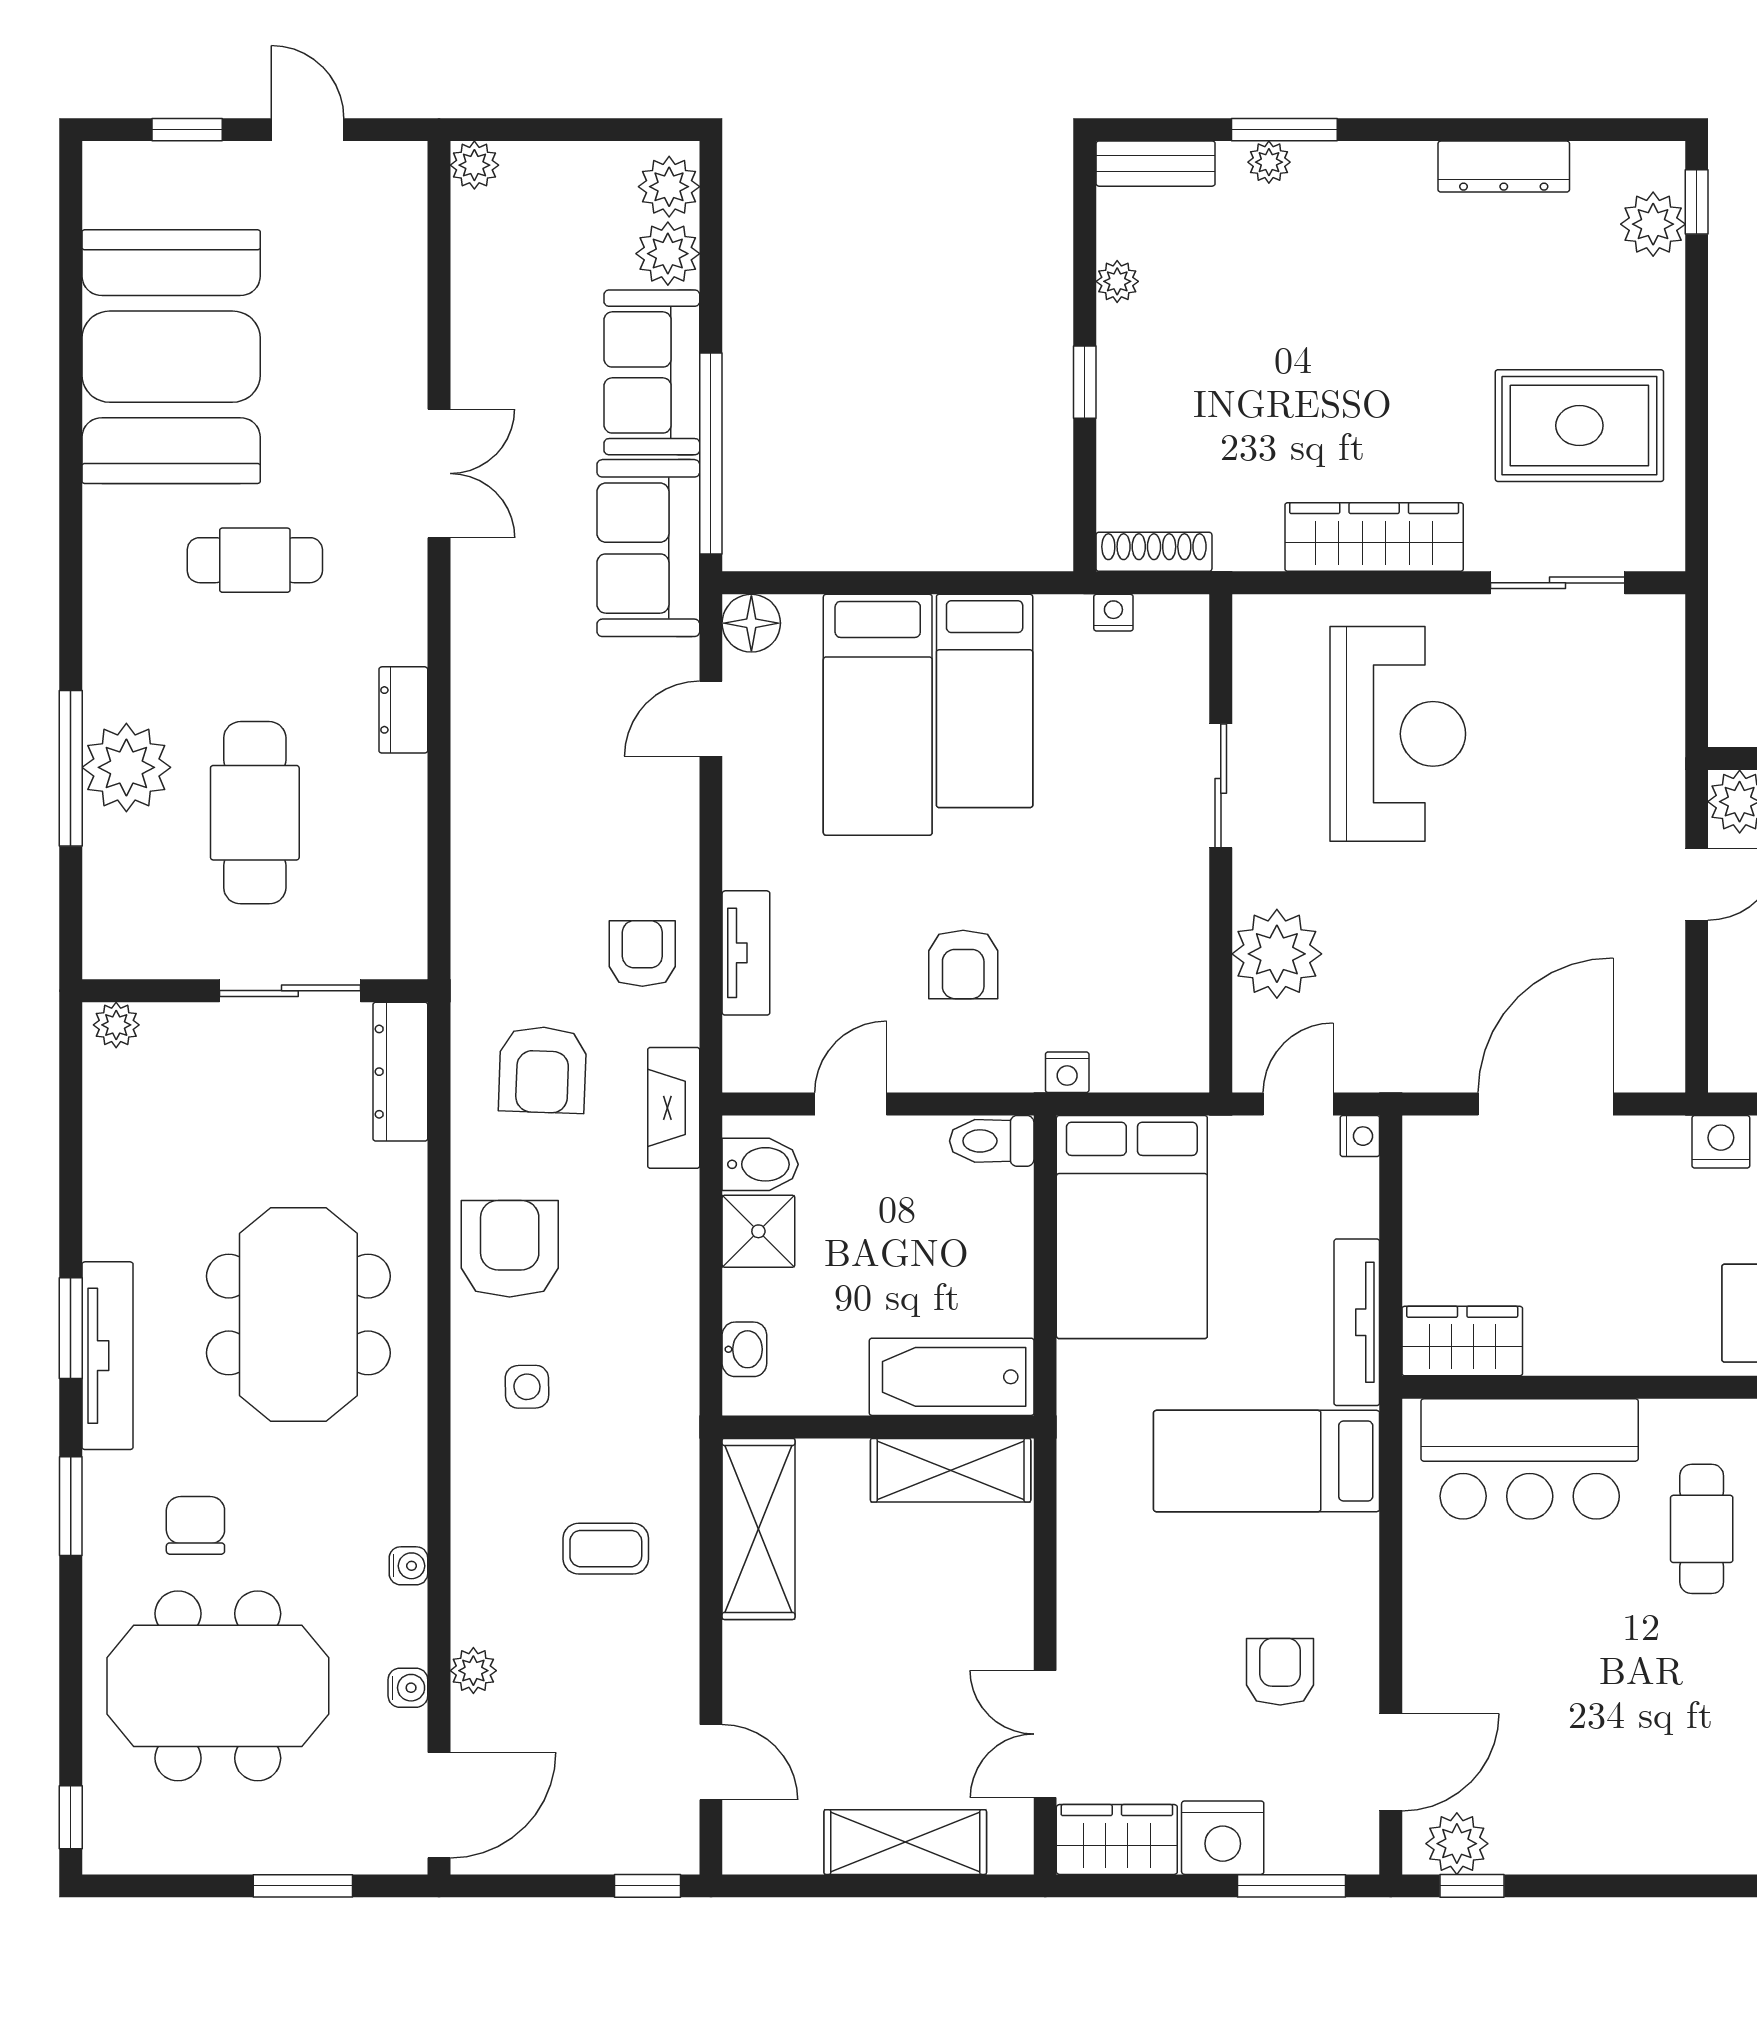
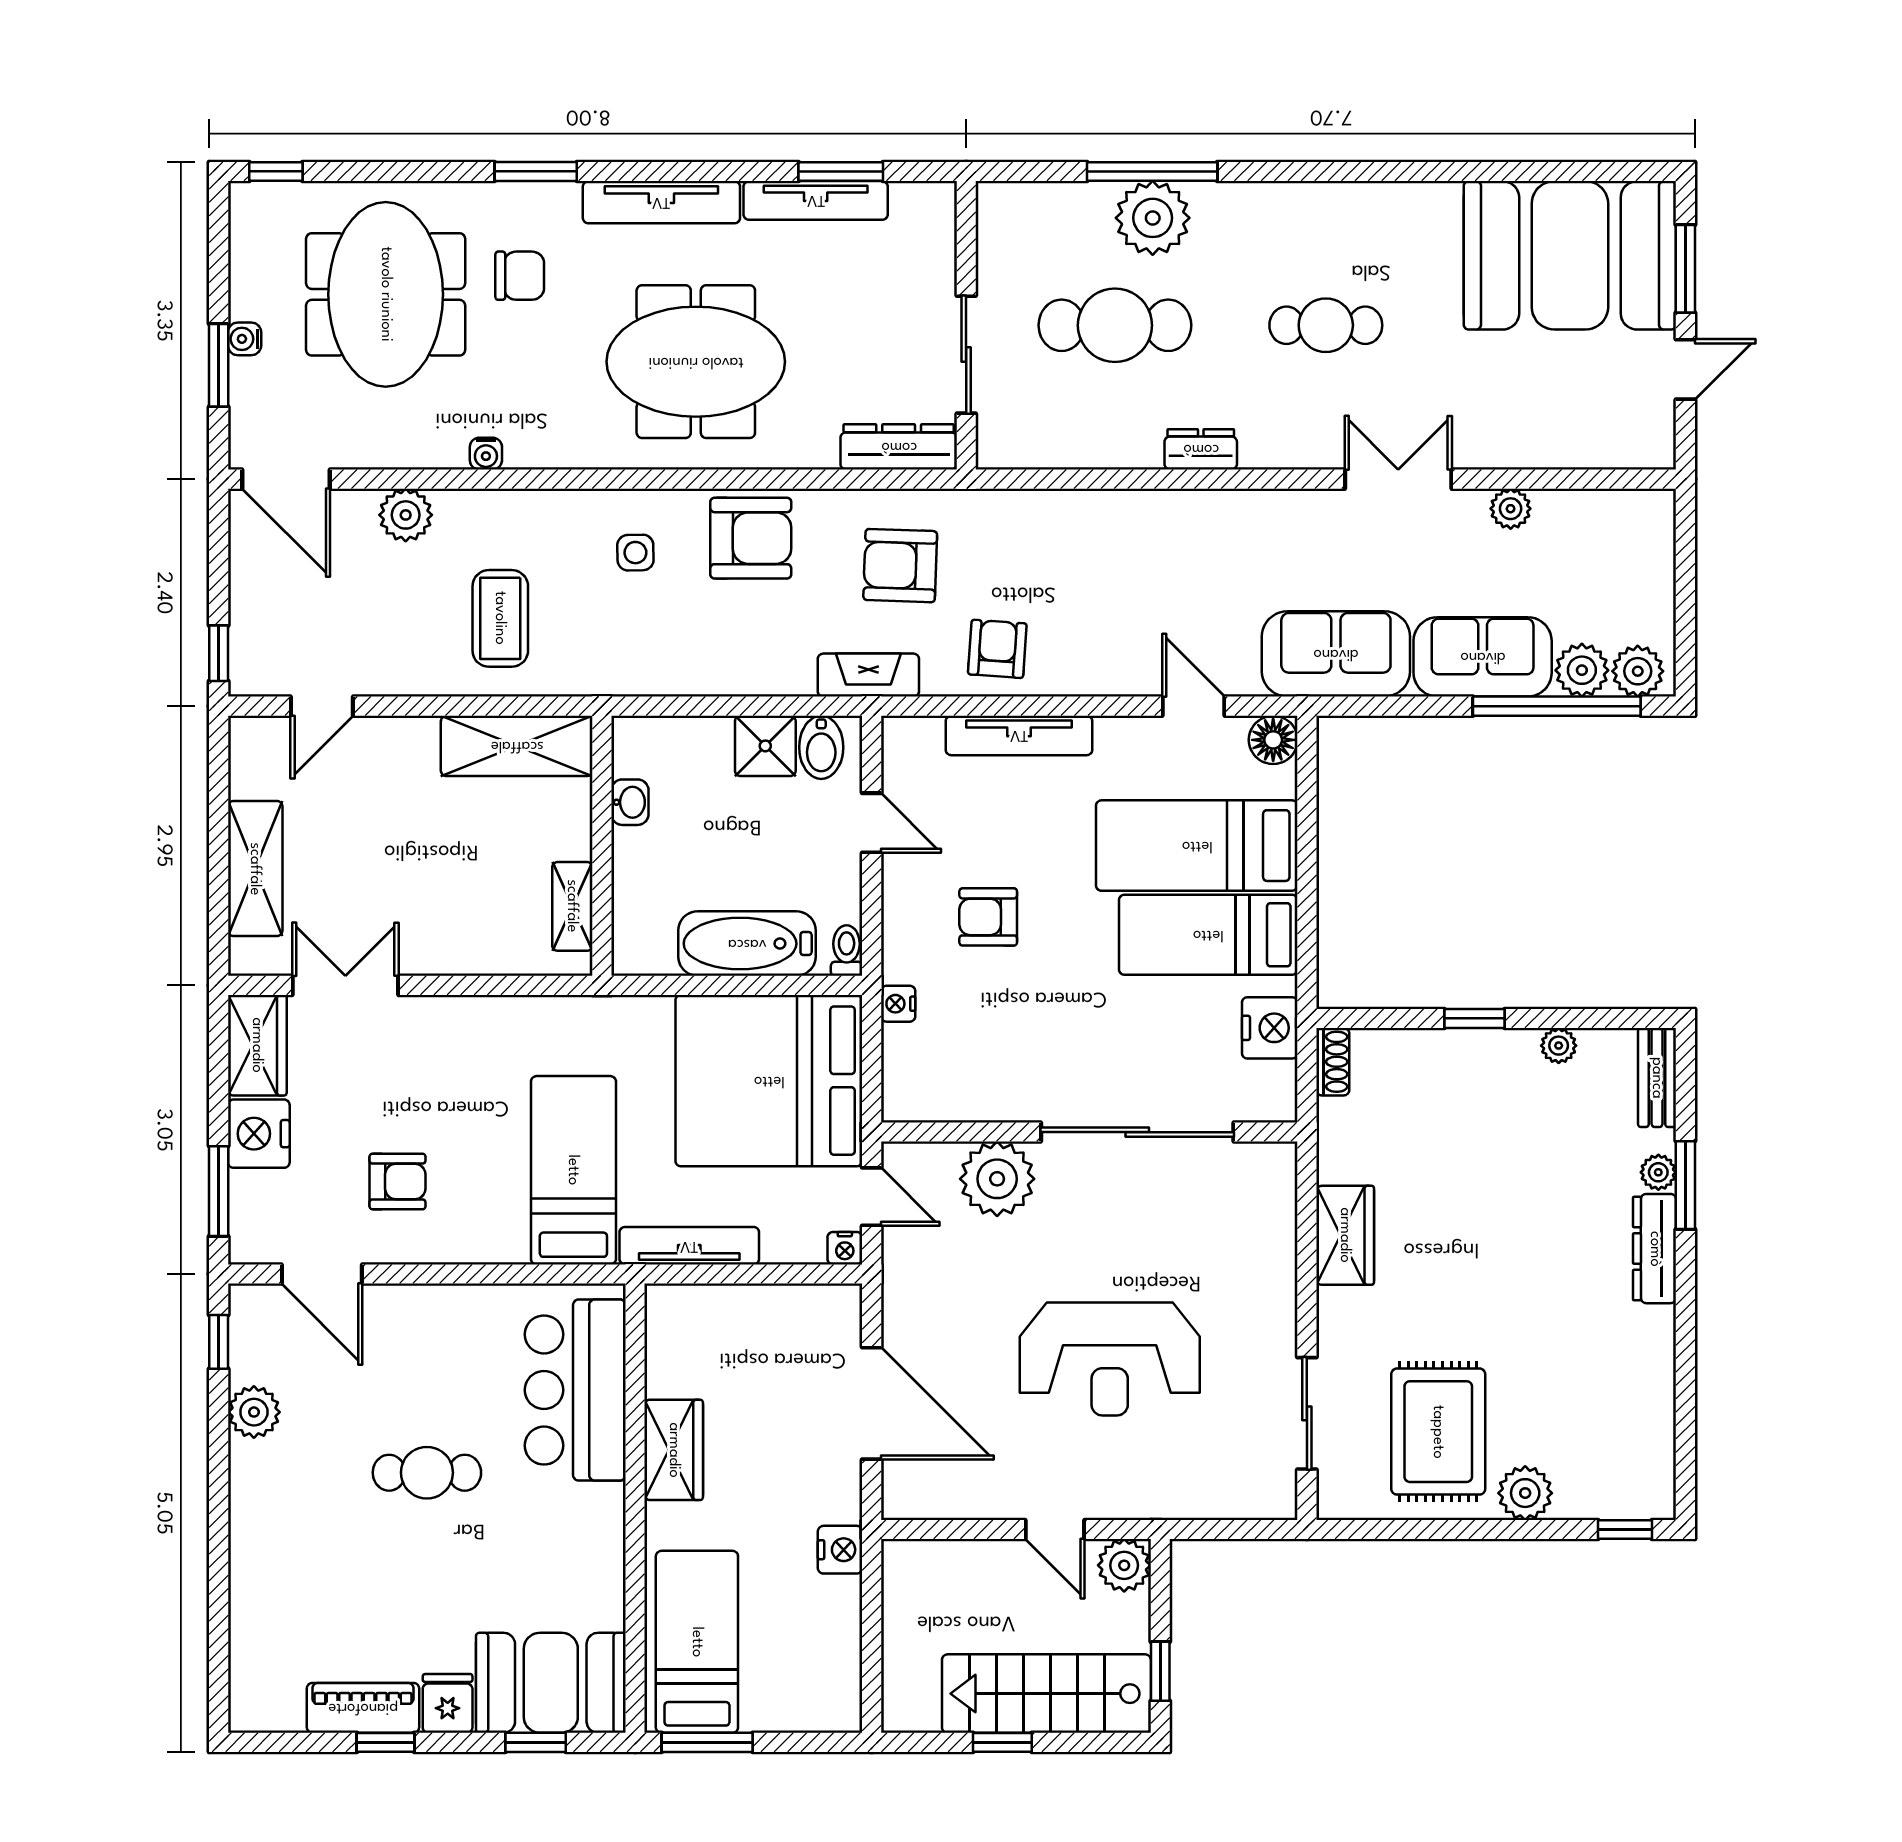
window: (187, 130) -> (1685, 269), width x1.50
plant: (474, 165) -> (1511, 509), moved
dresser: (1504, 167) -> (1655, 1249), moved
plant: (1653, 224) -> (1525, 1493), moved
booth: (171, 357) -> (1570, 255), moved
window: (711, 453) -> (1557, 706), moved
double door: (439, 473) -> (1398, 479), swing flipped
wardrobe: (1374, 537) -> (1345, 1235), width x0.67
shoe rack: (1154, 552) -> (1333, 1062), width x0.70
cafe table: (255, 560) -> (1326, 325), turned 90
nightstand: (1113, 613) -> (1270, 1028), width x1.89, depth x1.79
reception desk: (1398, 734) -> (1110, 1359), moved
sliding door: (1221, 786) -> (1137, 1132), width x1.86
armchair: (642, 953) -> (997, 649), turned -86
tv unit: (746, 953) -> (1019, 735), width x1.41
plant: (116, 1025) -> (938, 210), removed
toilet: (992, 1141) -> (847, 951), width x0.73, depth x0.72
tv unit: (105, 1171) -> (816, 200), added
bed: (1132, 1227) -> (769, 1081), width x1.36
window: (71, 1328) -> (841, 171), moved
wardrobe: (1462, 1341) -> (674, 1450), moved
washbasin: (744, 1349) -> (630, 802), moved, turned -90
bathtub: (952, 1377) -> (747, 944), moved, turned -90
shelving: (951, 1470) -> (572, 906), width x0.67, depth x0.75
cafe table: (1702, 1529) -> (427, 1473), moved
coffee table: (606, 1549) -> (500, 618), width x1.36, depth x1.30
plant: (473, 1671) -> (406, 515), width x1.38, depth x1.38
water cooler: (408, 1688) -> (245, 339), moved, turned 90
plant: (1457, 1844) -> (254, 1412), moved

